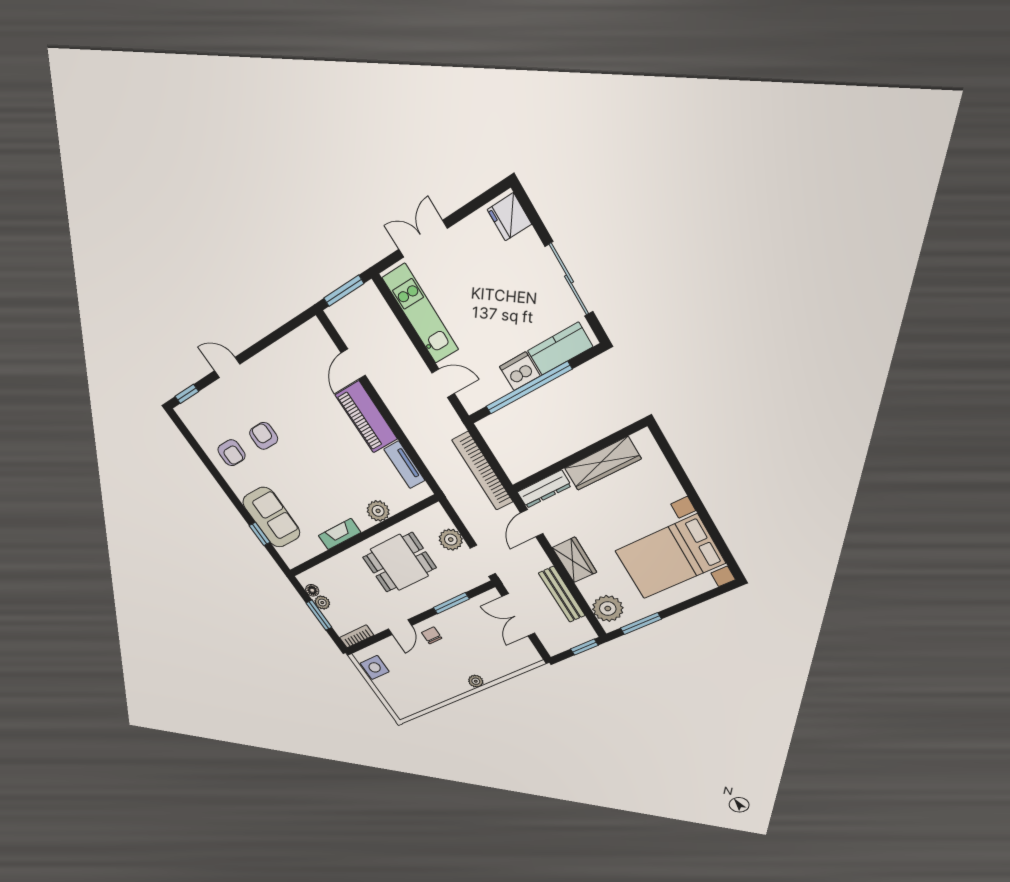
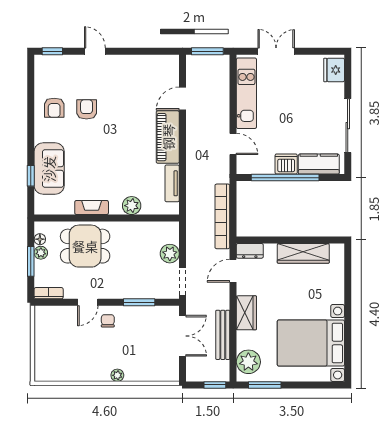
dresser: (544, 489) -> (250, 251), width x0.70
dining table: (399, 562) -> (85, 246), moved
double door: (518, 615) -> (183, 336), swing flipped
side table: (375, 667) -> (45, 326), removed

